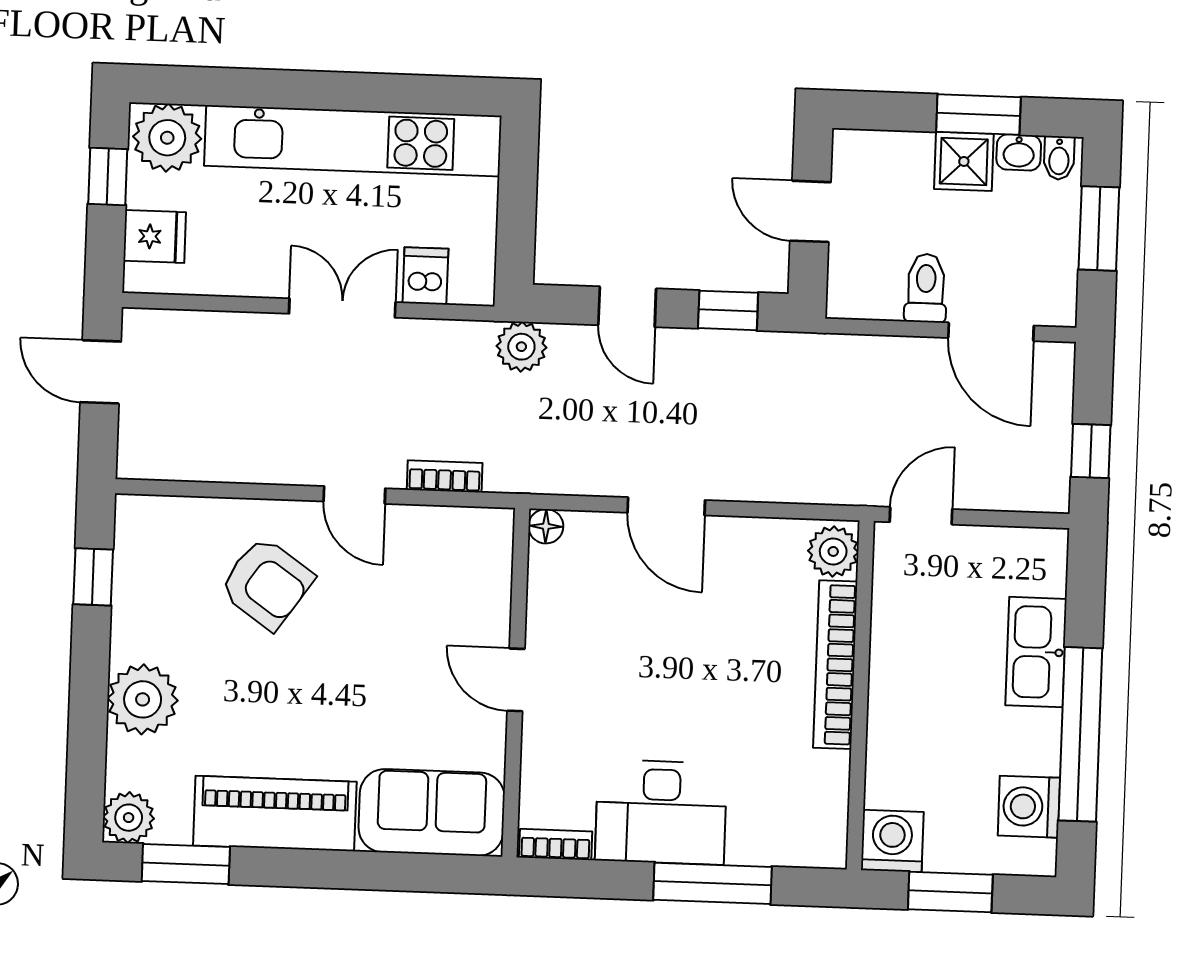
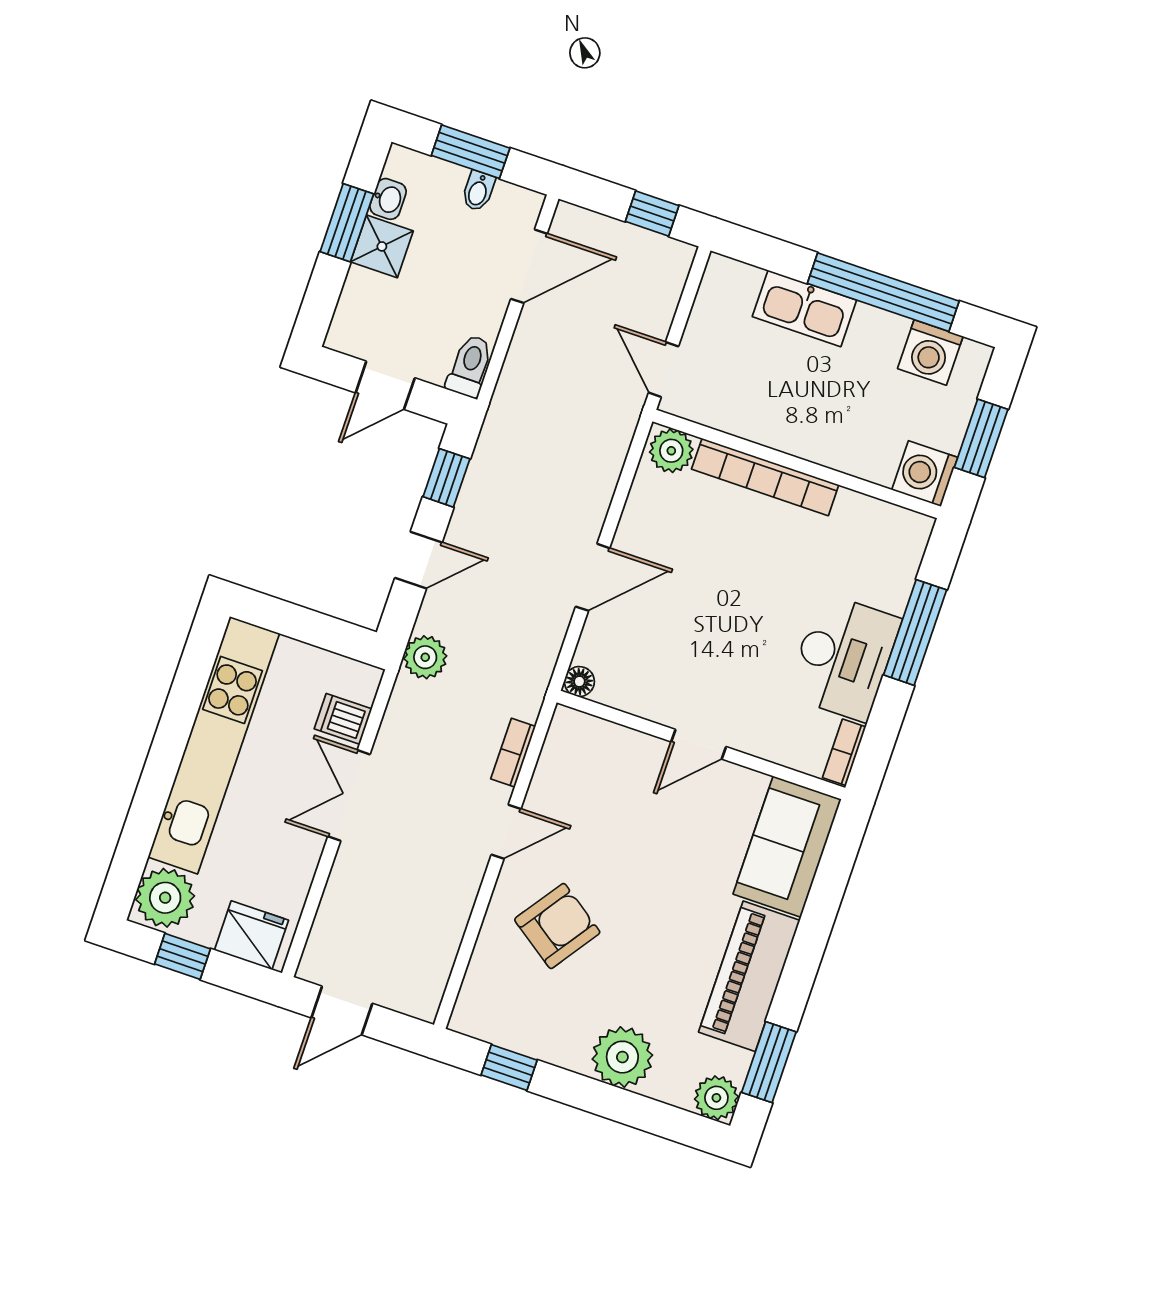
bidet: (1059, 158) -> (478, 191), moved, turned 90
fridge: (155, 236) -> (252, 935), width x1.38
toilet: (926, 288) -> (470, 366), moved, turned 90

